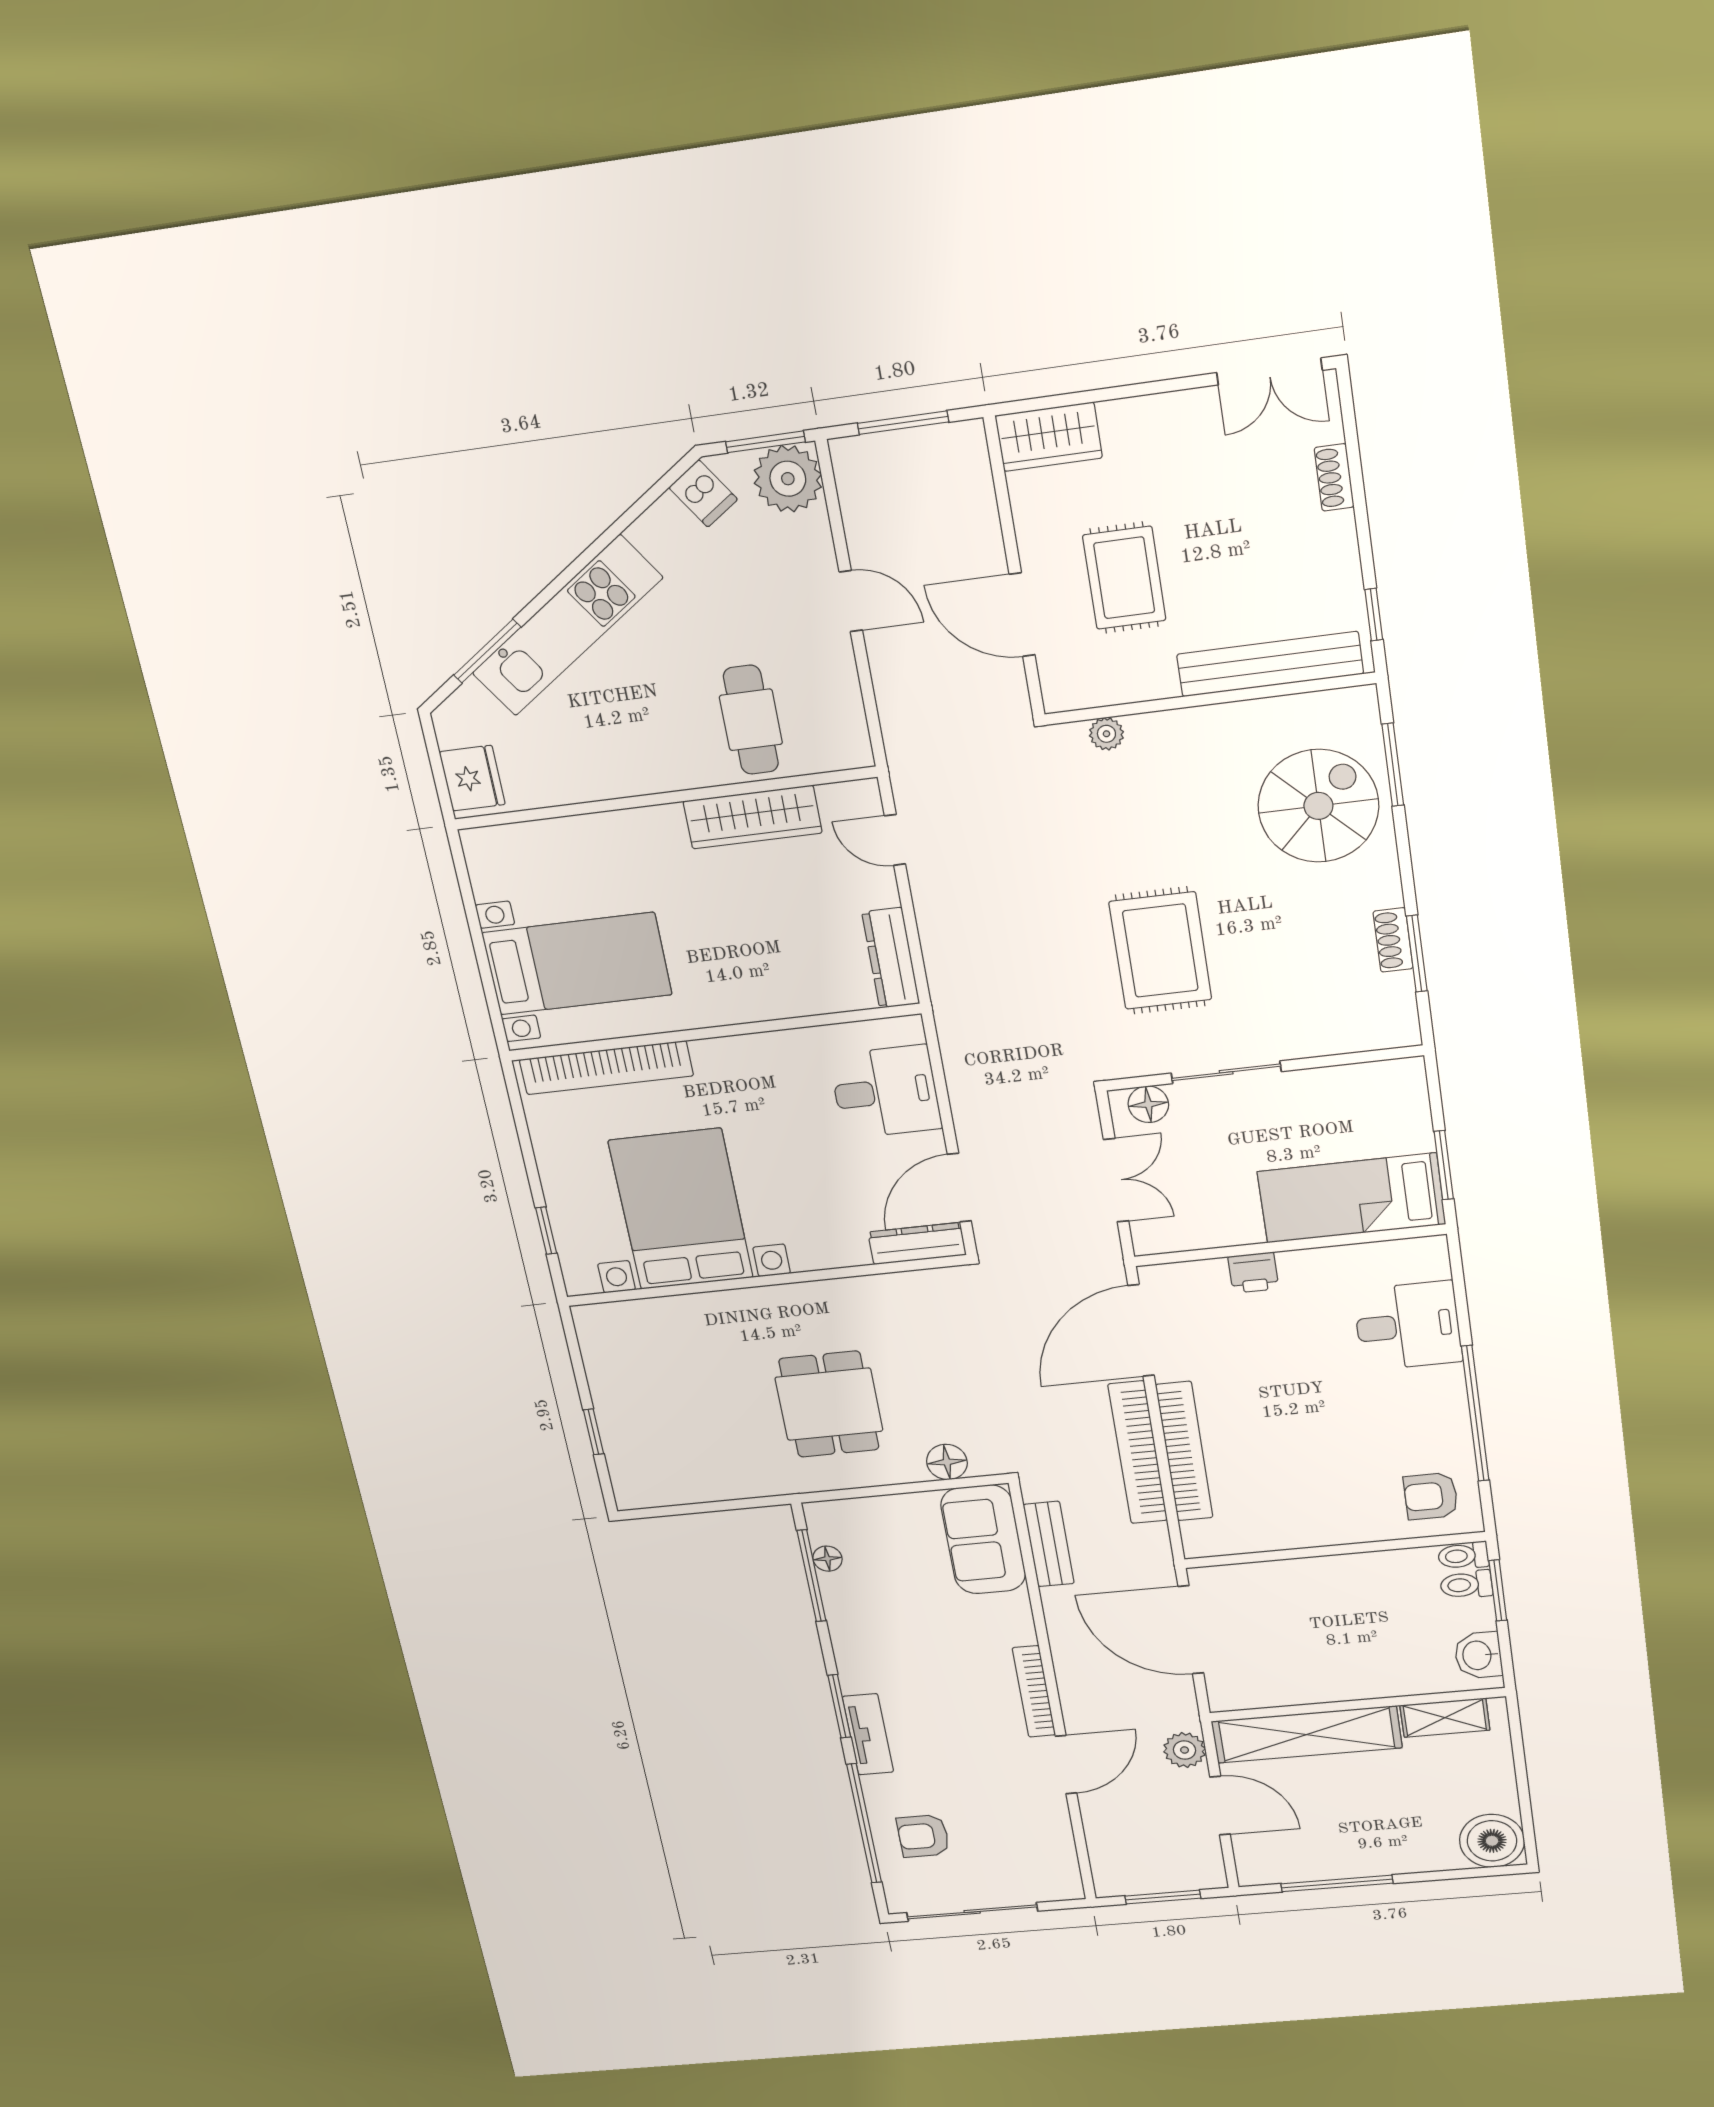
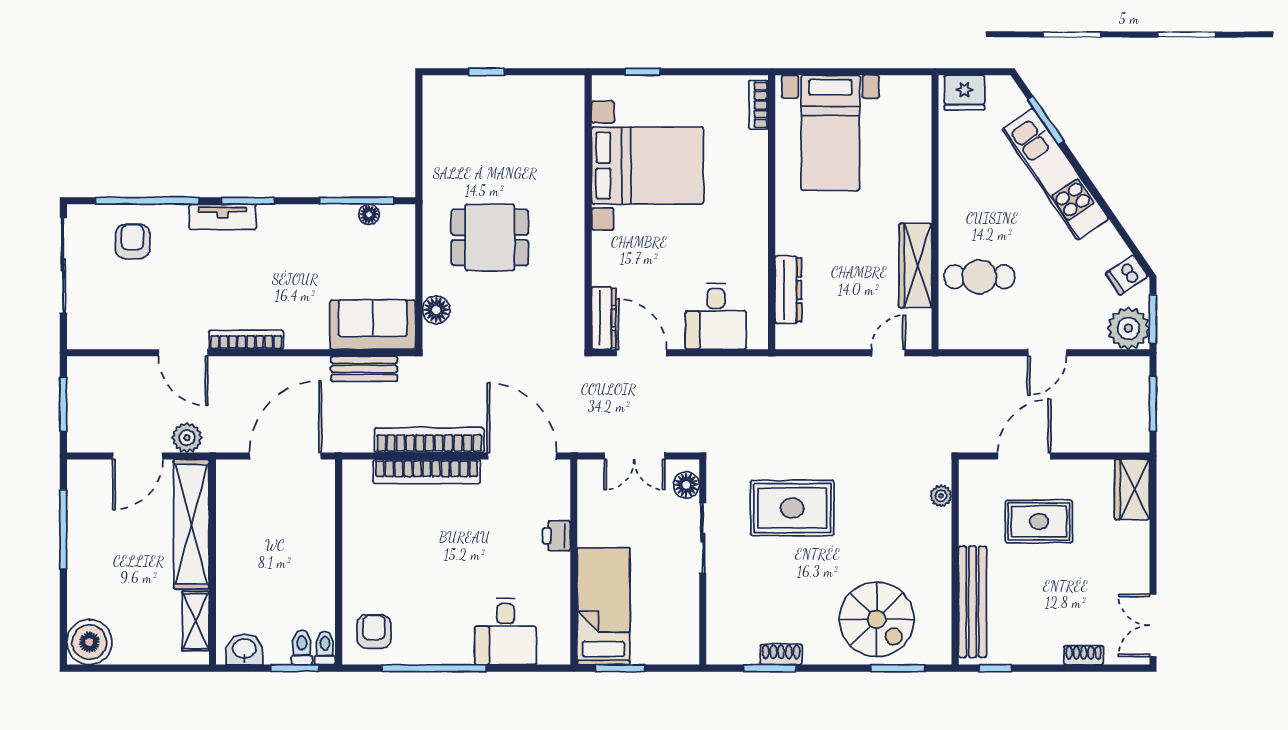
dresser: (891, 958) -> (788, 290), moved, turned 90
bookcase: (606, 1068) -> (758, 105), width x0.43, depth x0.76

